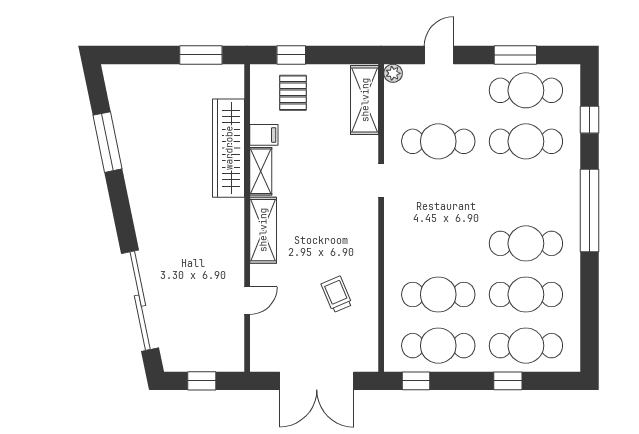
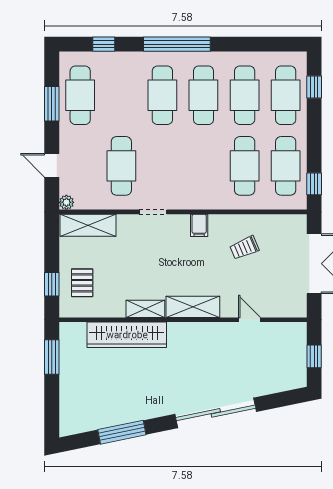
pallet: (293, 93) -> (82, 283), turned 90
filing cabinet: (264, 135) -> (199, 225), moved, turned 180
cafe table: (526, 141) -> (162, 95), moved
sliding door: (140, 301) -> (216, 413), moved
window: (508, 381) -> (314, 87), moved

